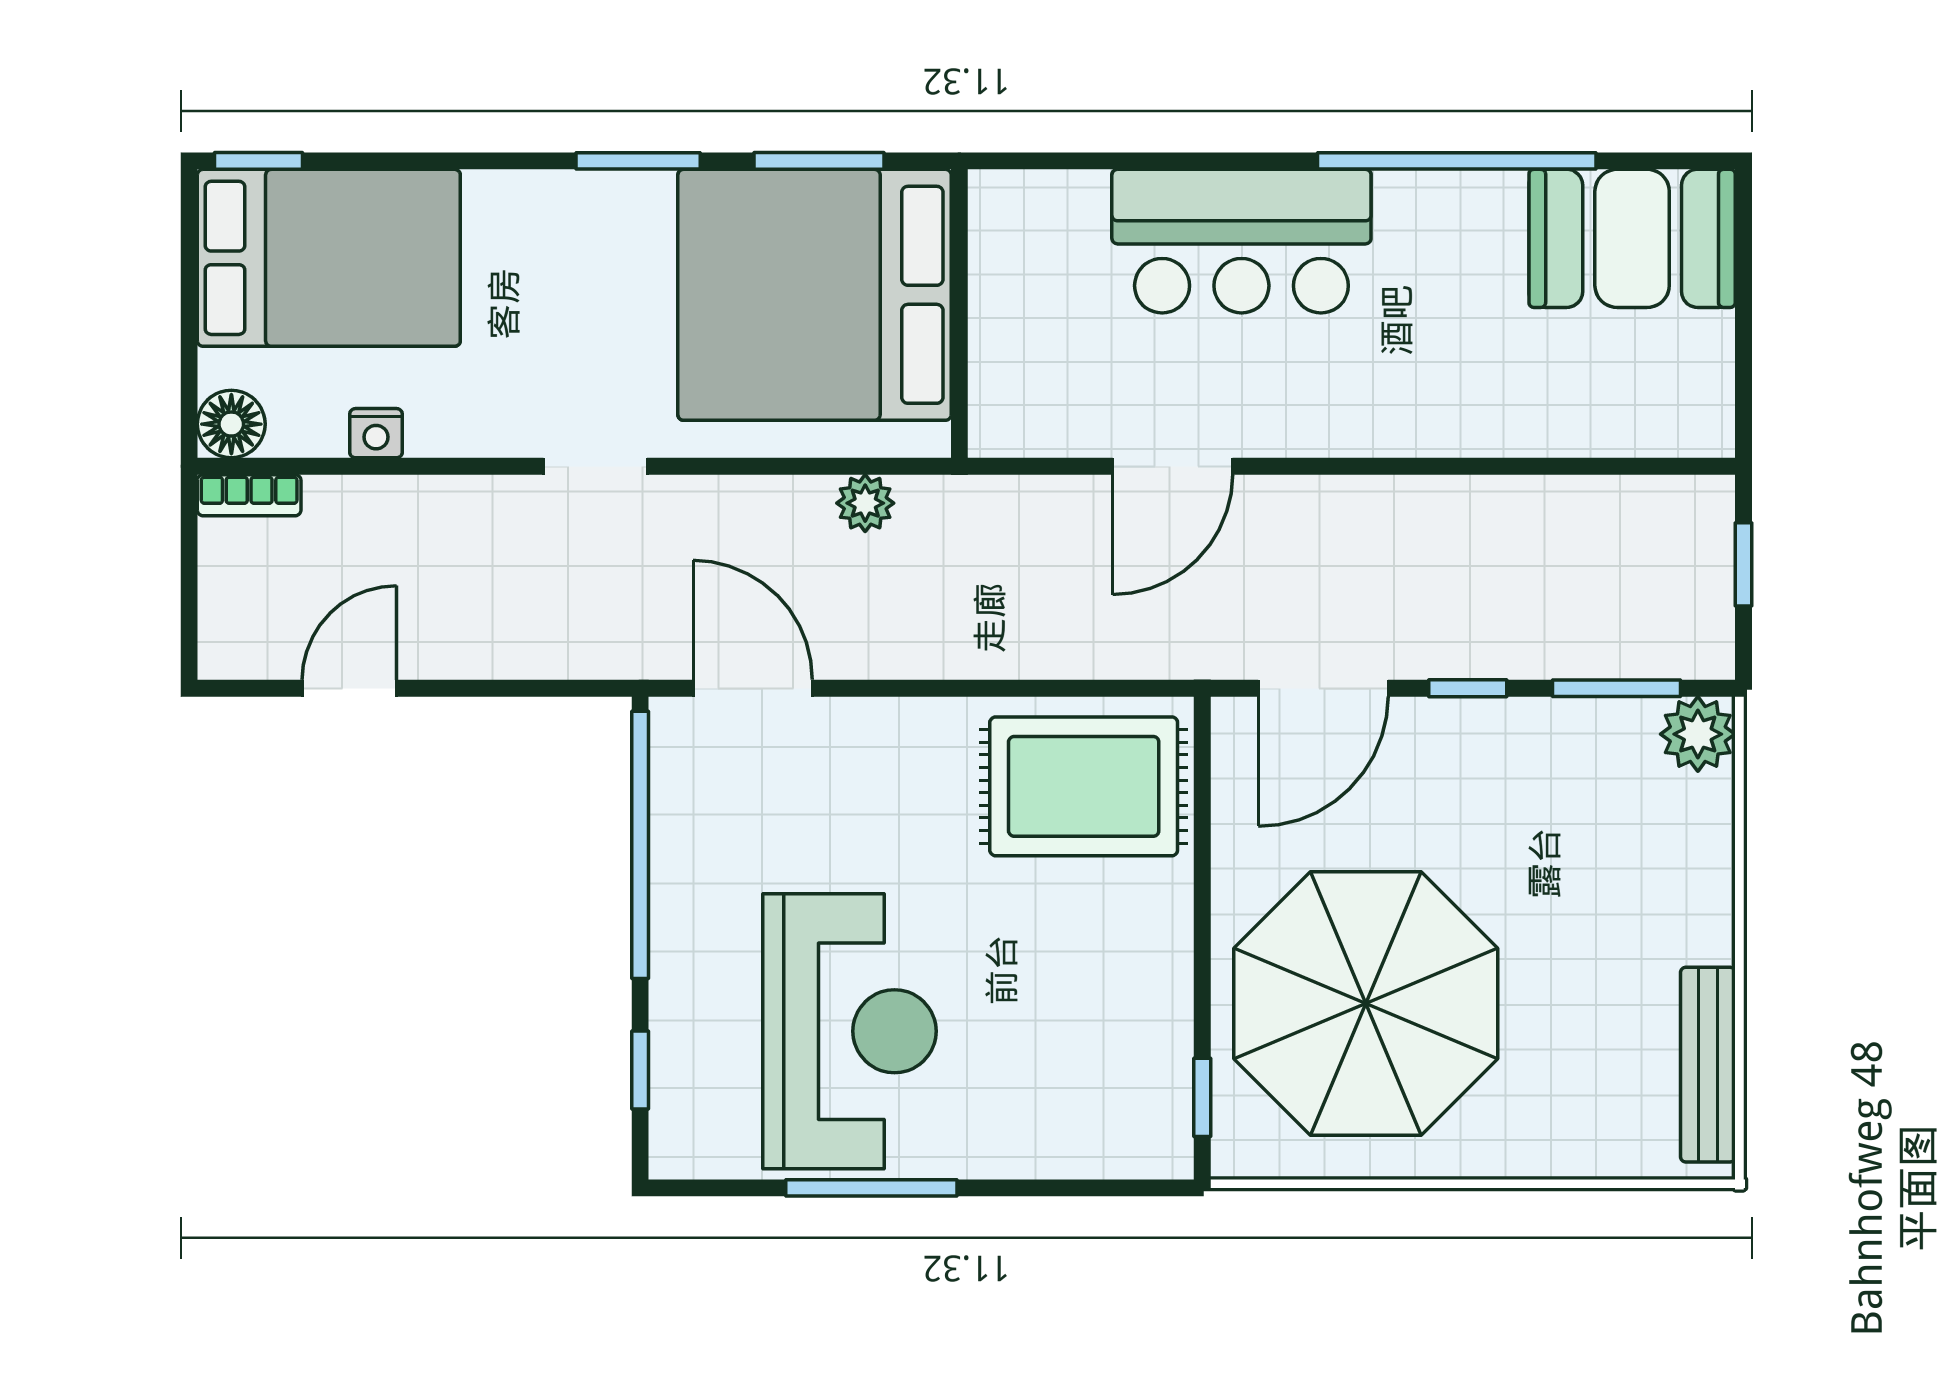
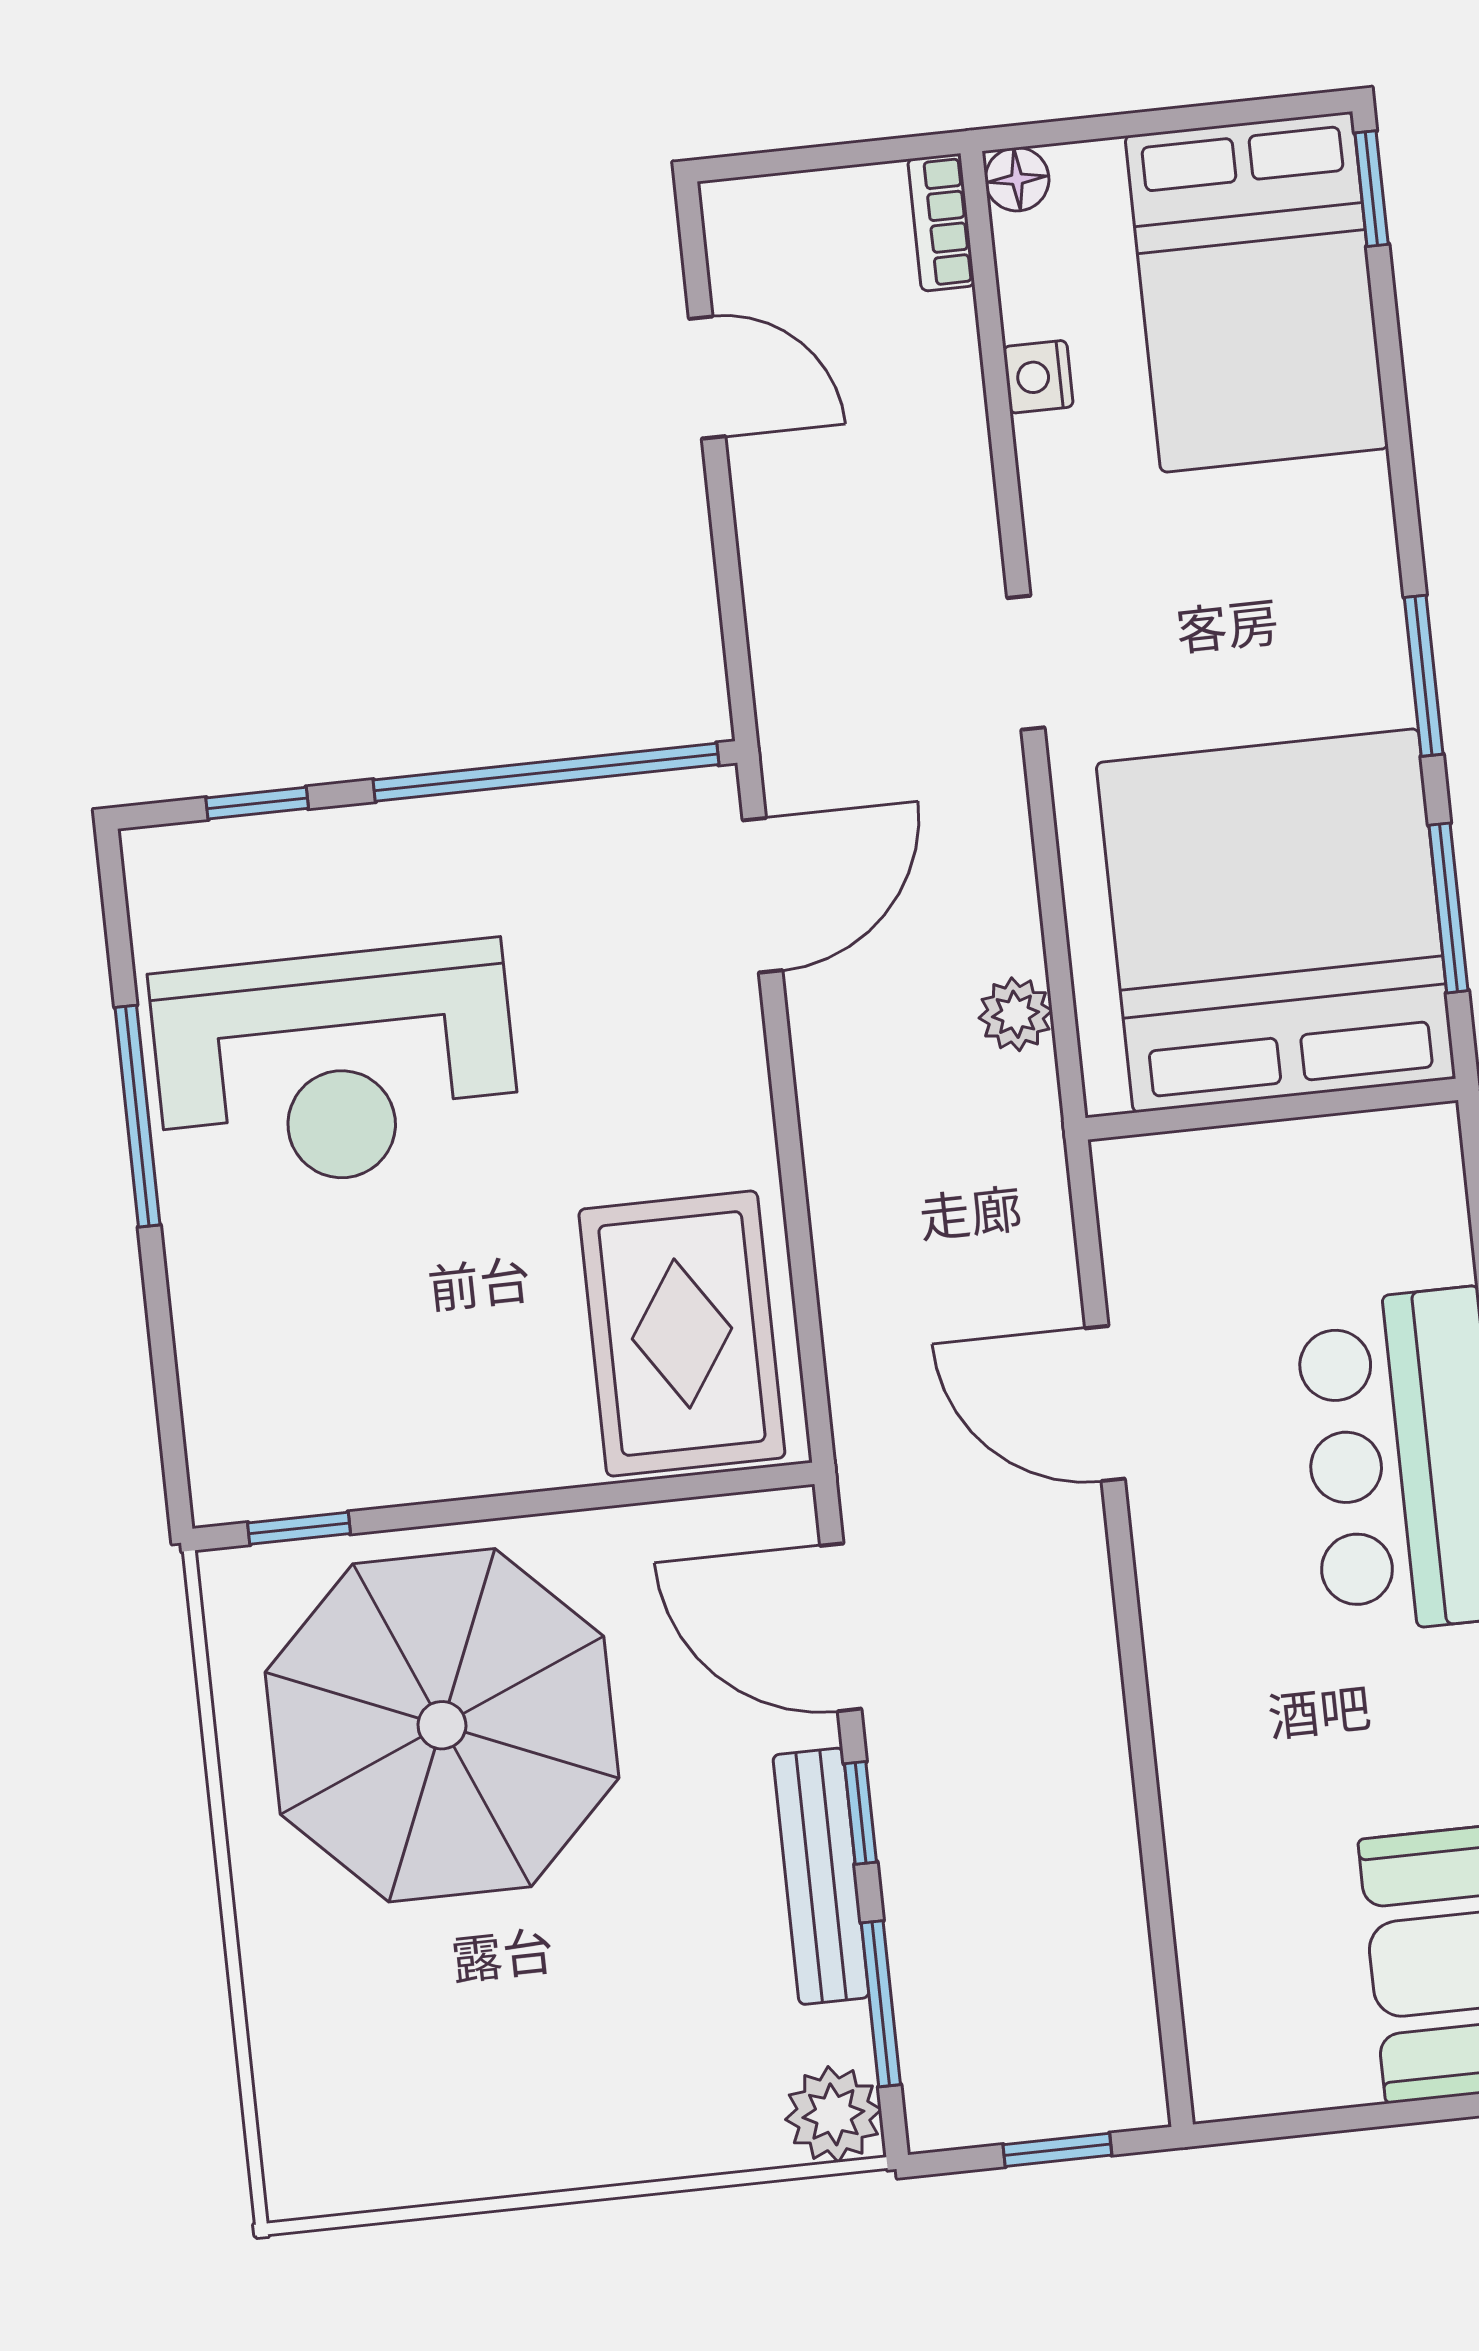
floor lamp: (231, 424) -> (1017, 179), width x0.73, depth x0.73
bench: (1708, 1065) -> (821, 1876), moved, turned 90

